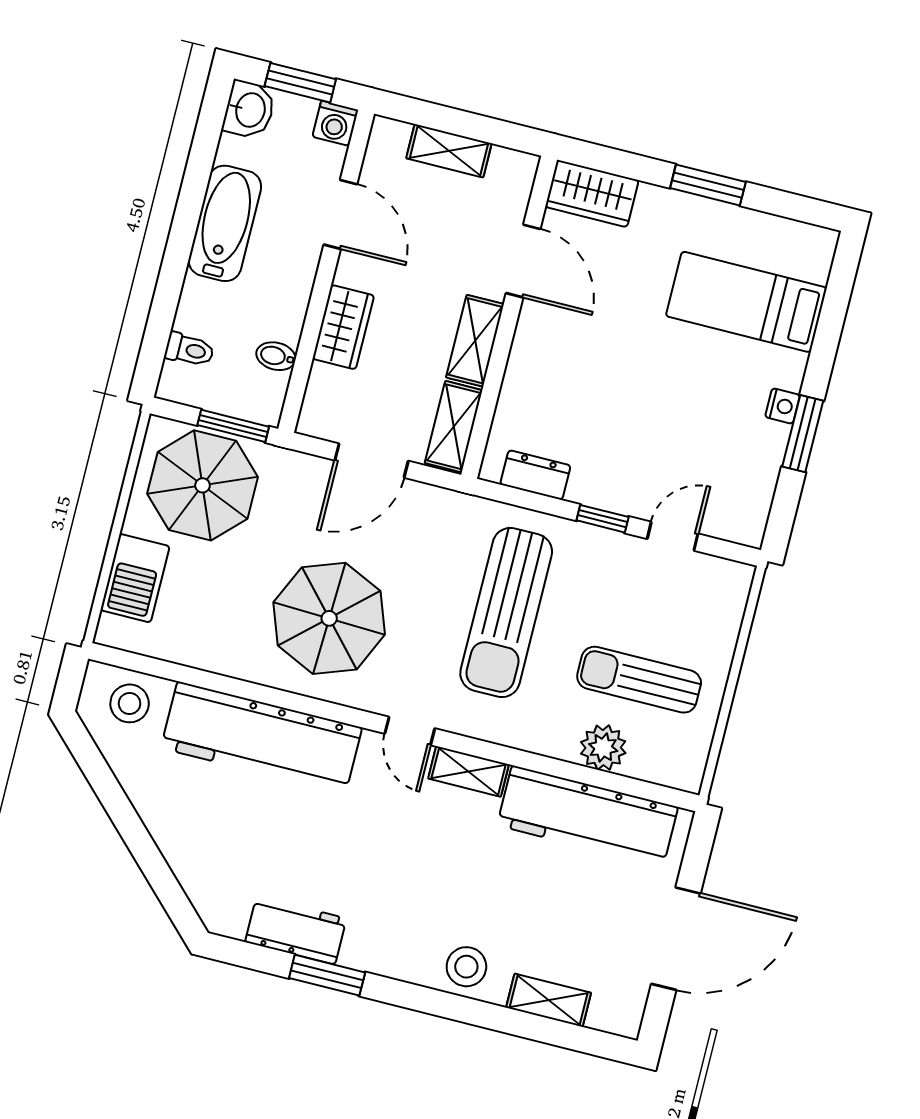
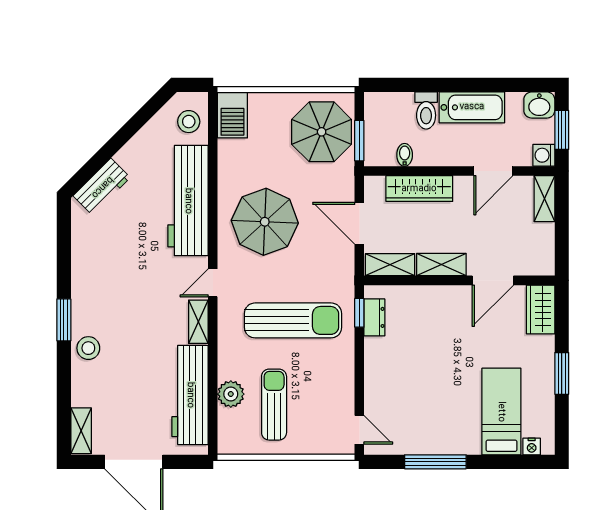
shelving: (449, 151) -> (544, 199), moved
wardrobe: (343, 327) -> (419, 189), width x1.50
toilet: (189, 350) -> (426, 110), moved, width x1.37, depth x1.39
nightstand: (782, 406) -> (532, 447), moved
window: (803, 434) -> (435, 462), width x1.44
window: (603, 519) -> (359, 313), moved
door: (673, 536) -> (359, 430), moved
barbecue: (135, 578) -> (232, 115), moved, turned -90
sun lounger: (506, 612) -> (293, 320), turned 180
workbench: (296, 930) -> (102, 187), moved, turned 45
window: (327, 975) -> (64, 320), moved
shelving: (549, 1000) -> (81, 431), moved

